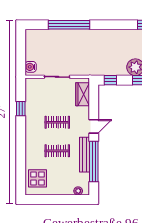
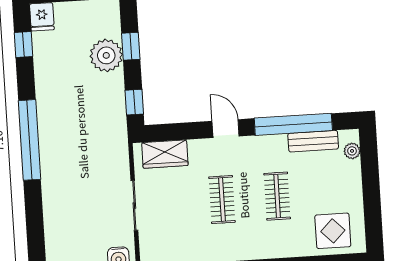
window: (69, 25) -> (30, 140), moved
bench: (84, 155) -> (313, 141), moved, width x0.73

